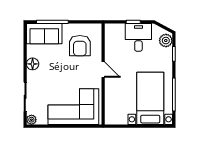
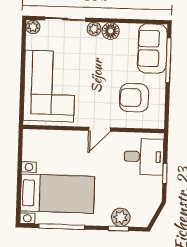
desk: (138, 37) -> (144, 157), moved
plant: (166, 41) -> (121, 217), moved
plant: (31, 76) -> (94, 29), added

